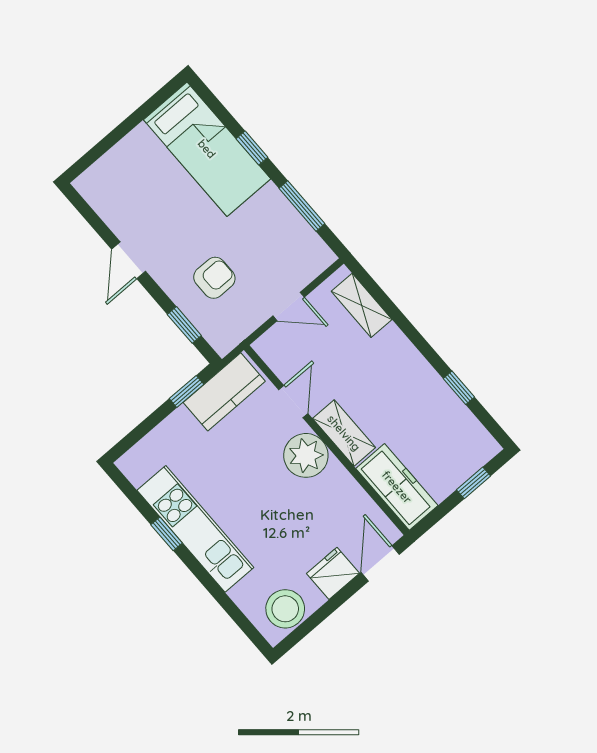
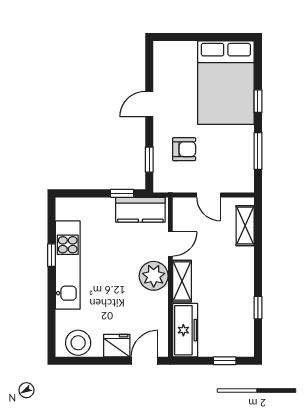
bed: (207, 149) -> (226, 83), width x1.50

